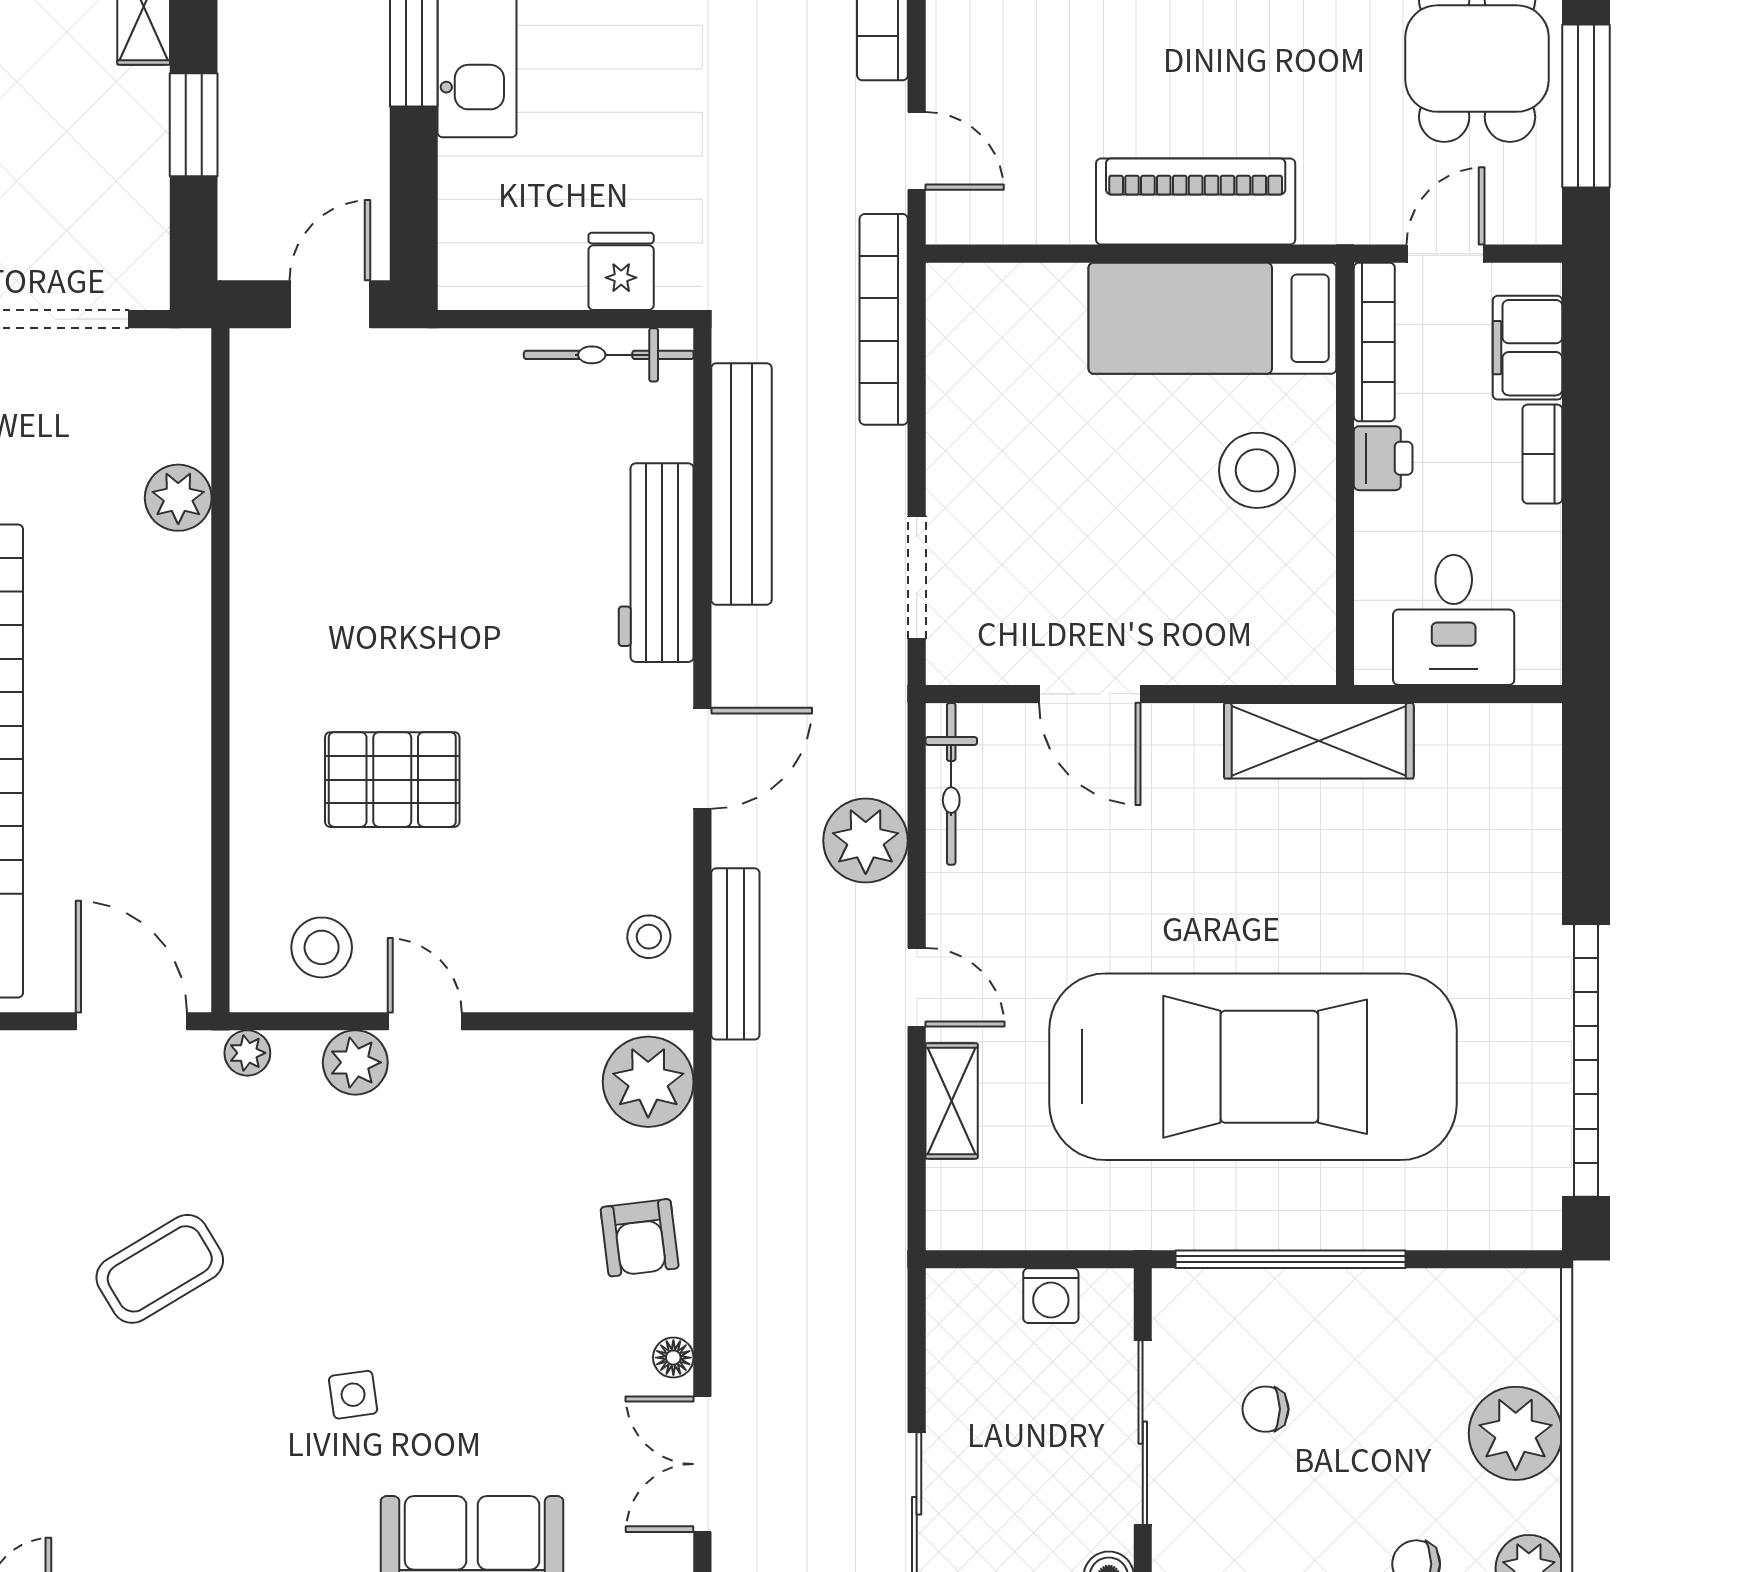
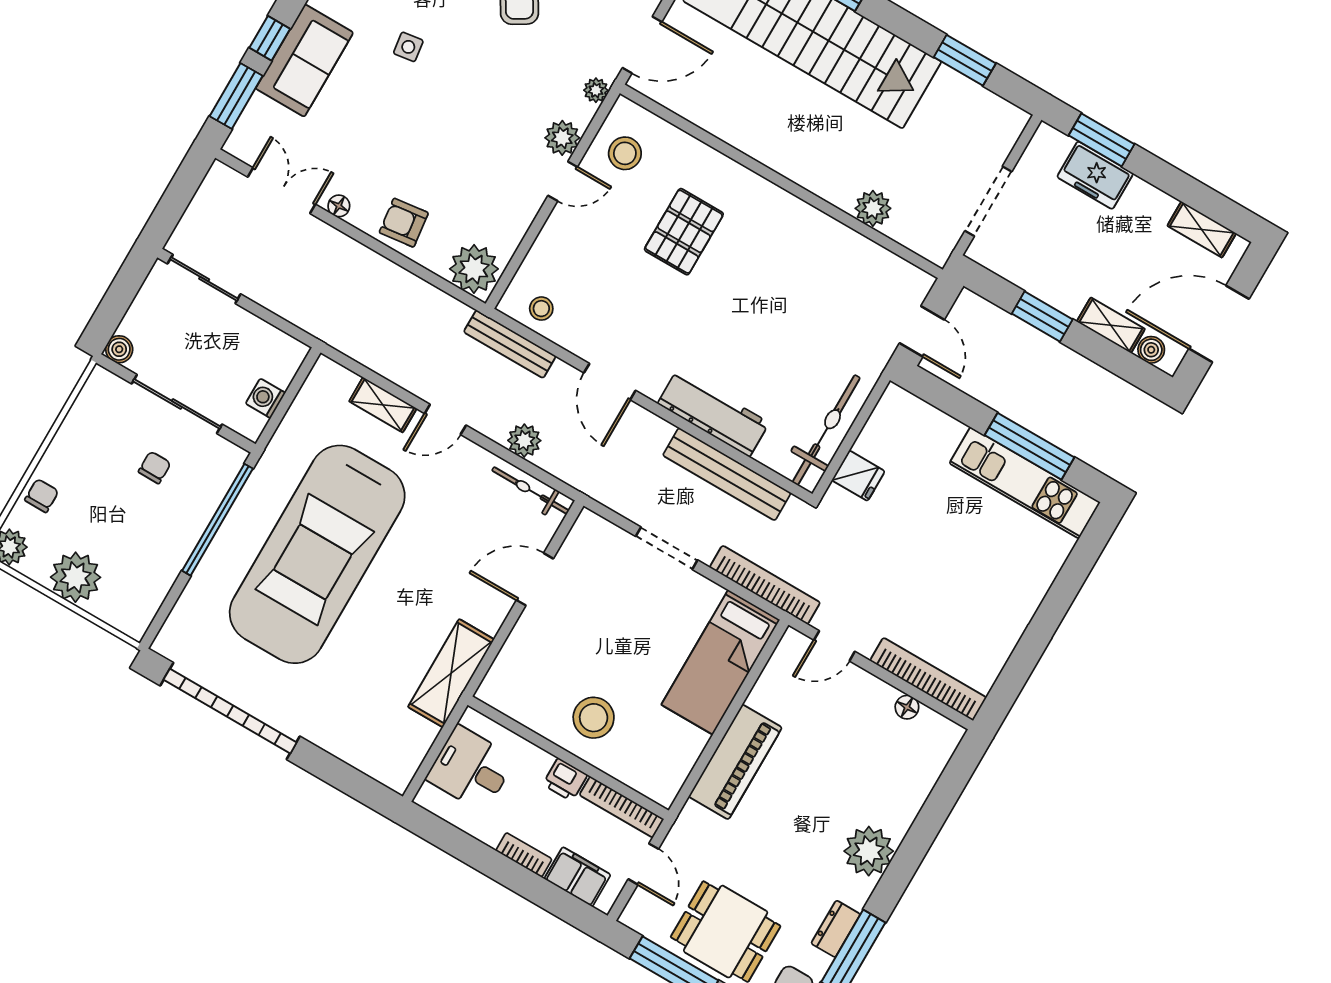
bed: (1212, 318) -> (721, 662), moved, turned 180
bicycle: (609, 355) -> (826, 430), width x1.37, depth x1.40
doorway: (917, 577) -> (667, 548), moved
plant: (866, 841) -> (524, 441), width x0.73, depth x0.73

